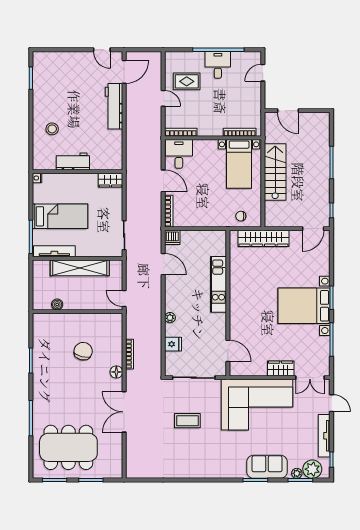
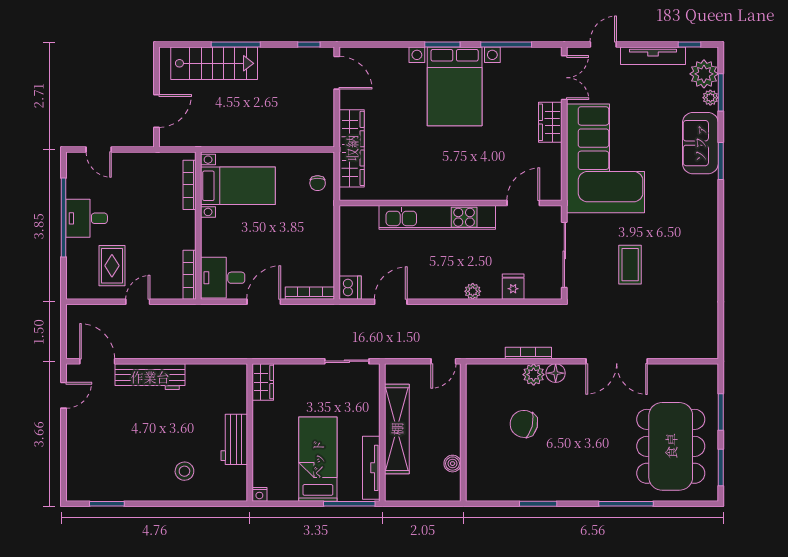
stairs: (275, 172) -> (214, 63), moved, turned 180
kitchen unit: (218, 284) -> (437, 217), width x1.36
plant: (115, 358) -> (534, 375), added

